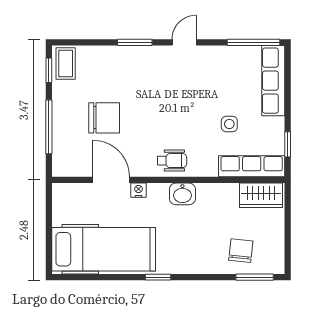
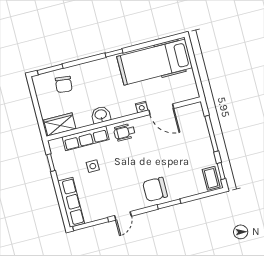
door: (184, 42) -> (123, 216), moved
chair: (104, 118) -> (155, 189), moved
row of seats: (252, 166) -> (86, 138), moved
washbasin: (182, 194) -> (101, 115), moved

